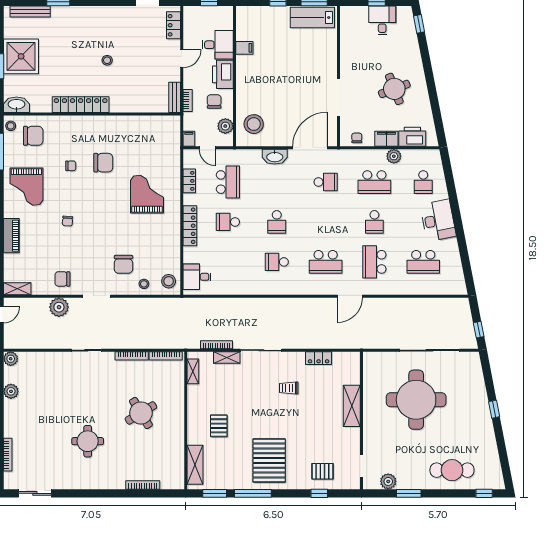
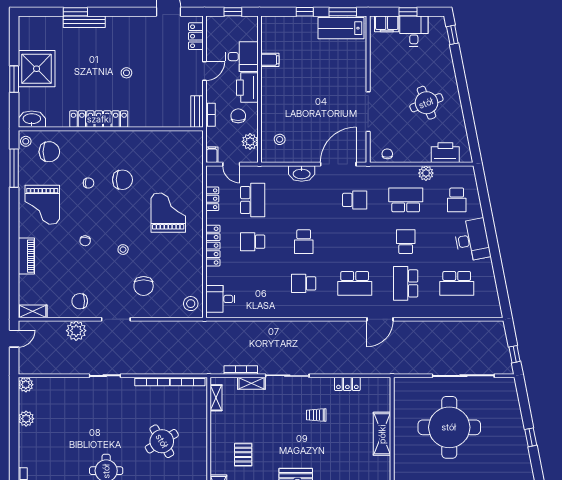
bench: (30, 11) -> (84, 22), moved
stool: (254, 124) -> (280, 139), width x0.53, depth x0.53
filing cabinet: (386, 139) -> (387, 24), moved, turned 180
school desk: (374, 182) -> (406, 200), turned 180
school desk: (374, 222) -> (406, 242), turned 180
stool: (144, 284) -> (123, 250), moved

